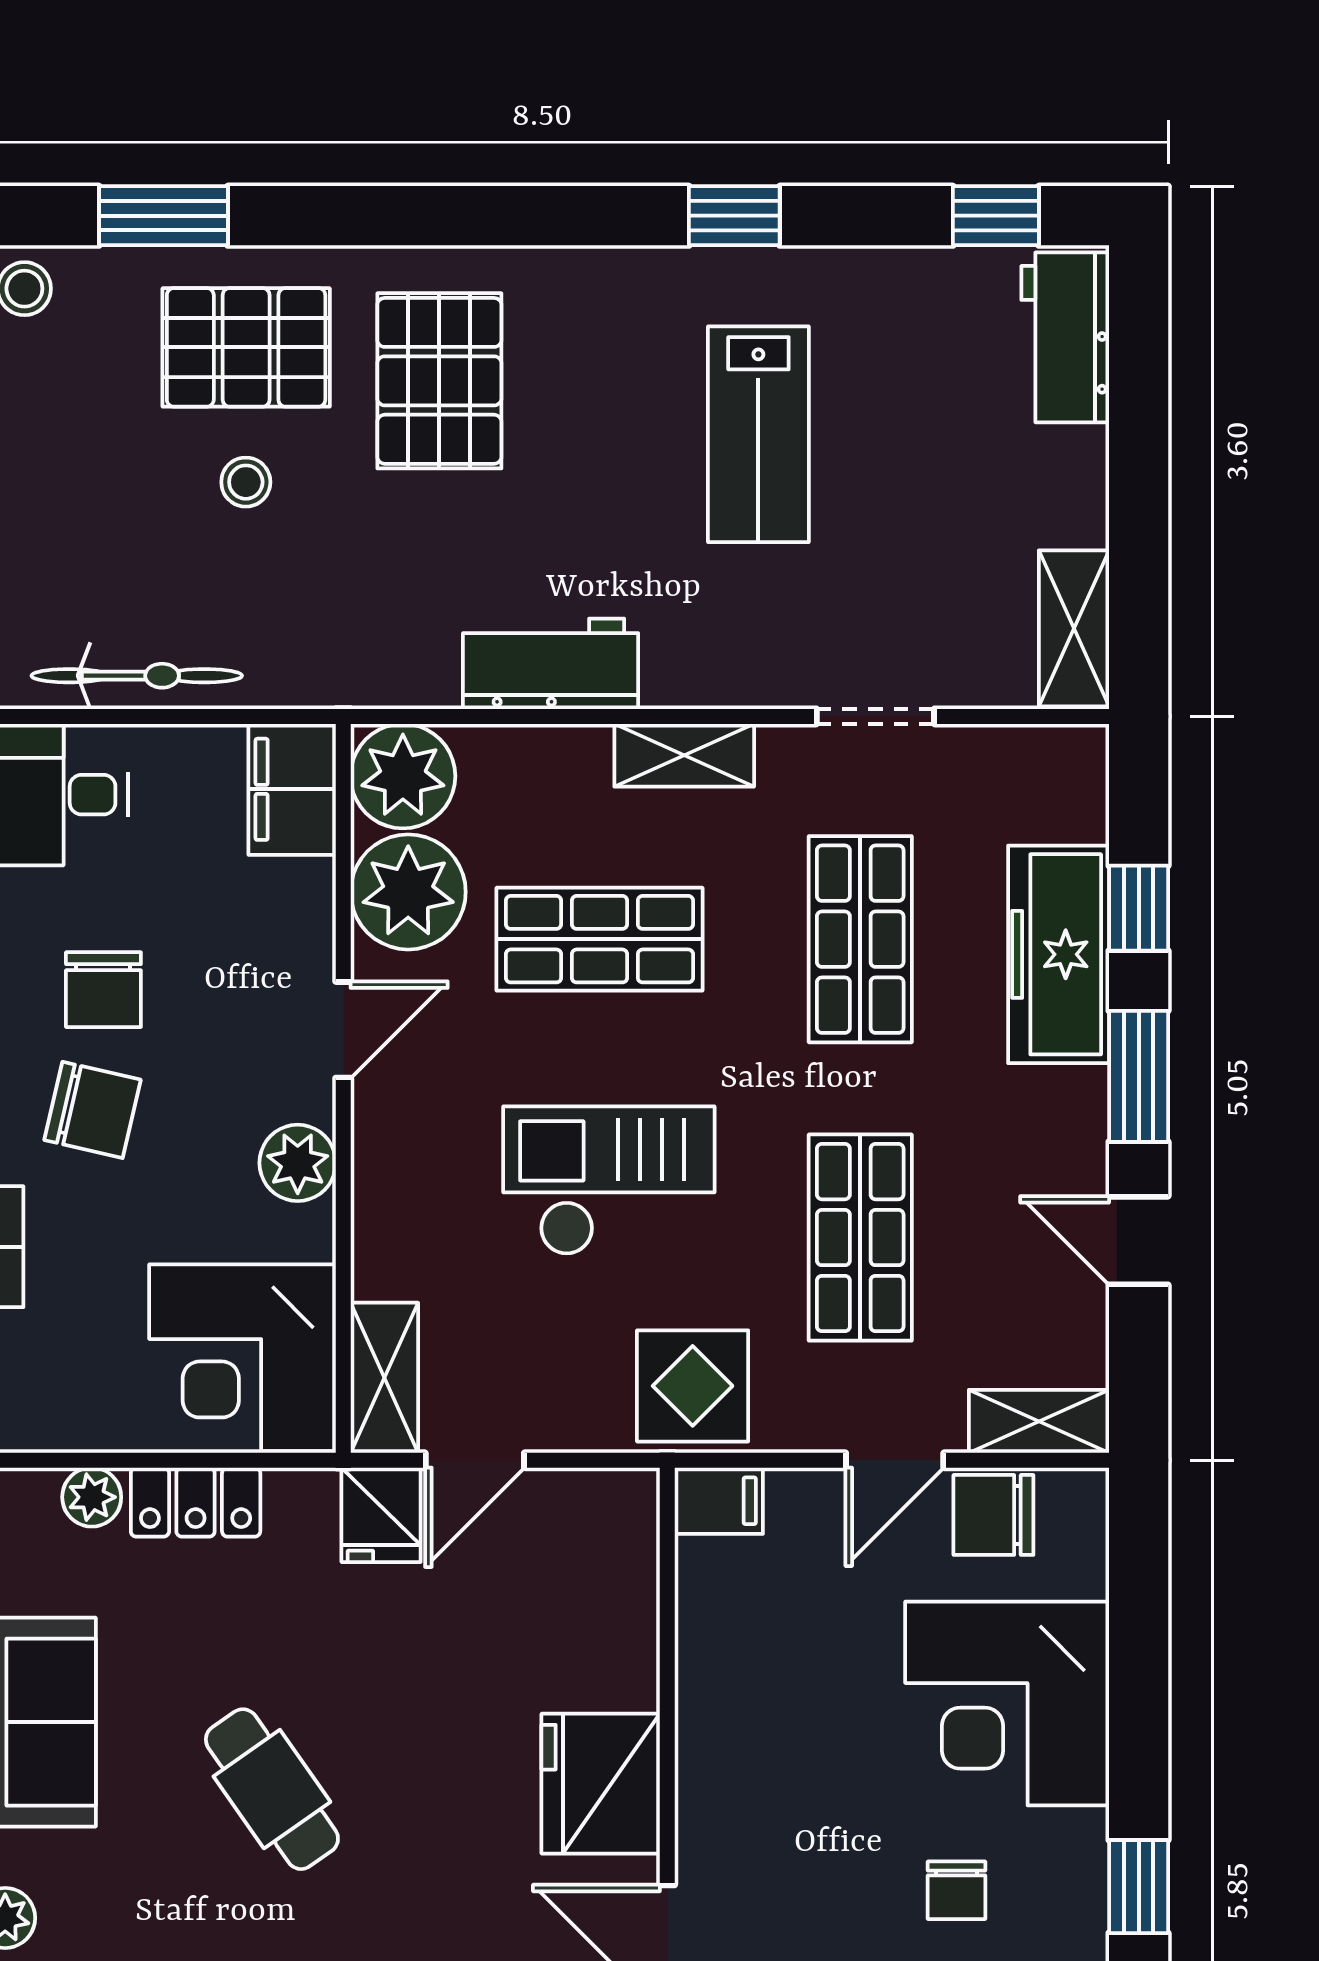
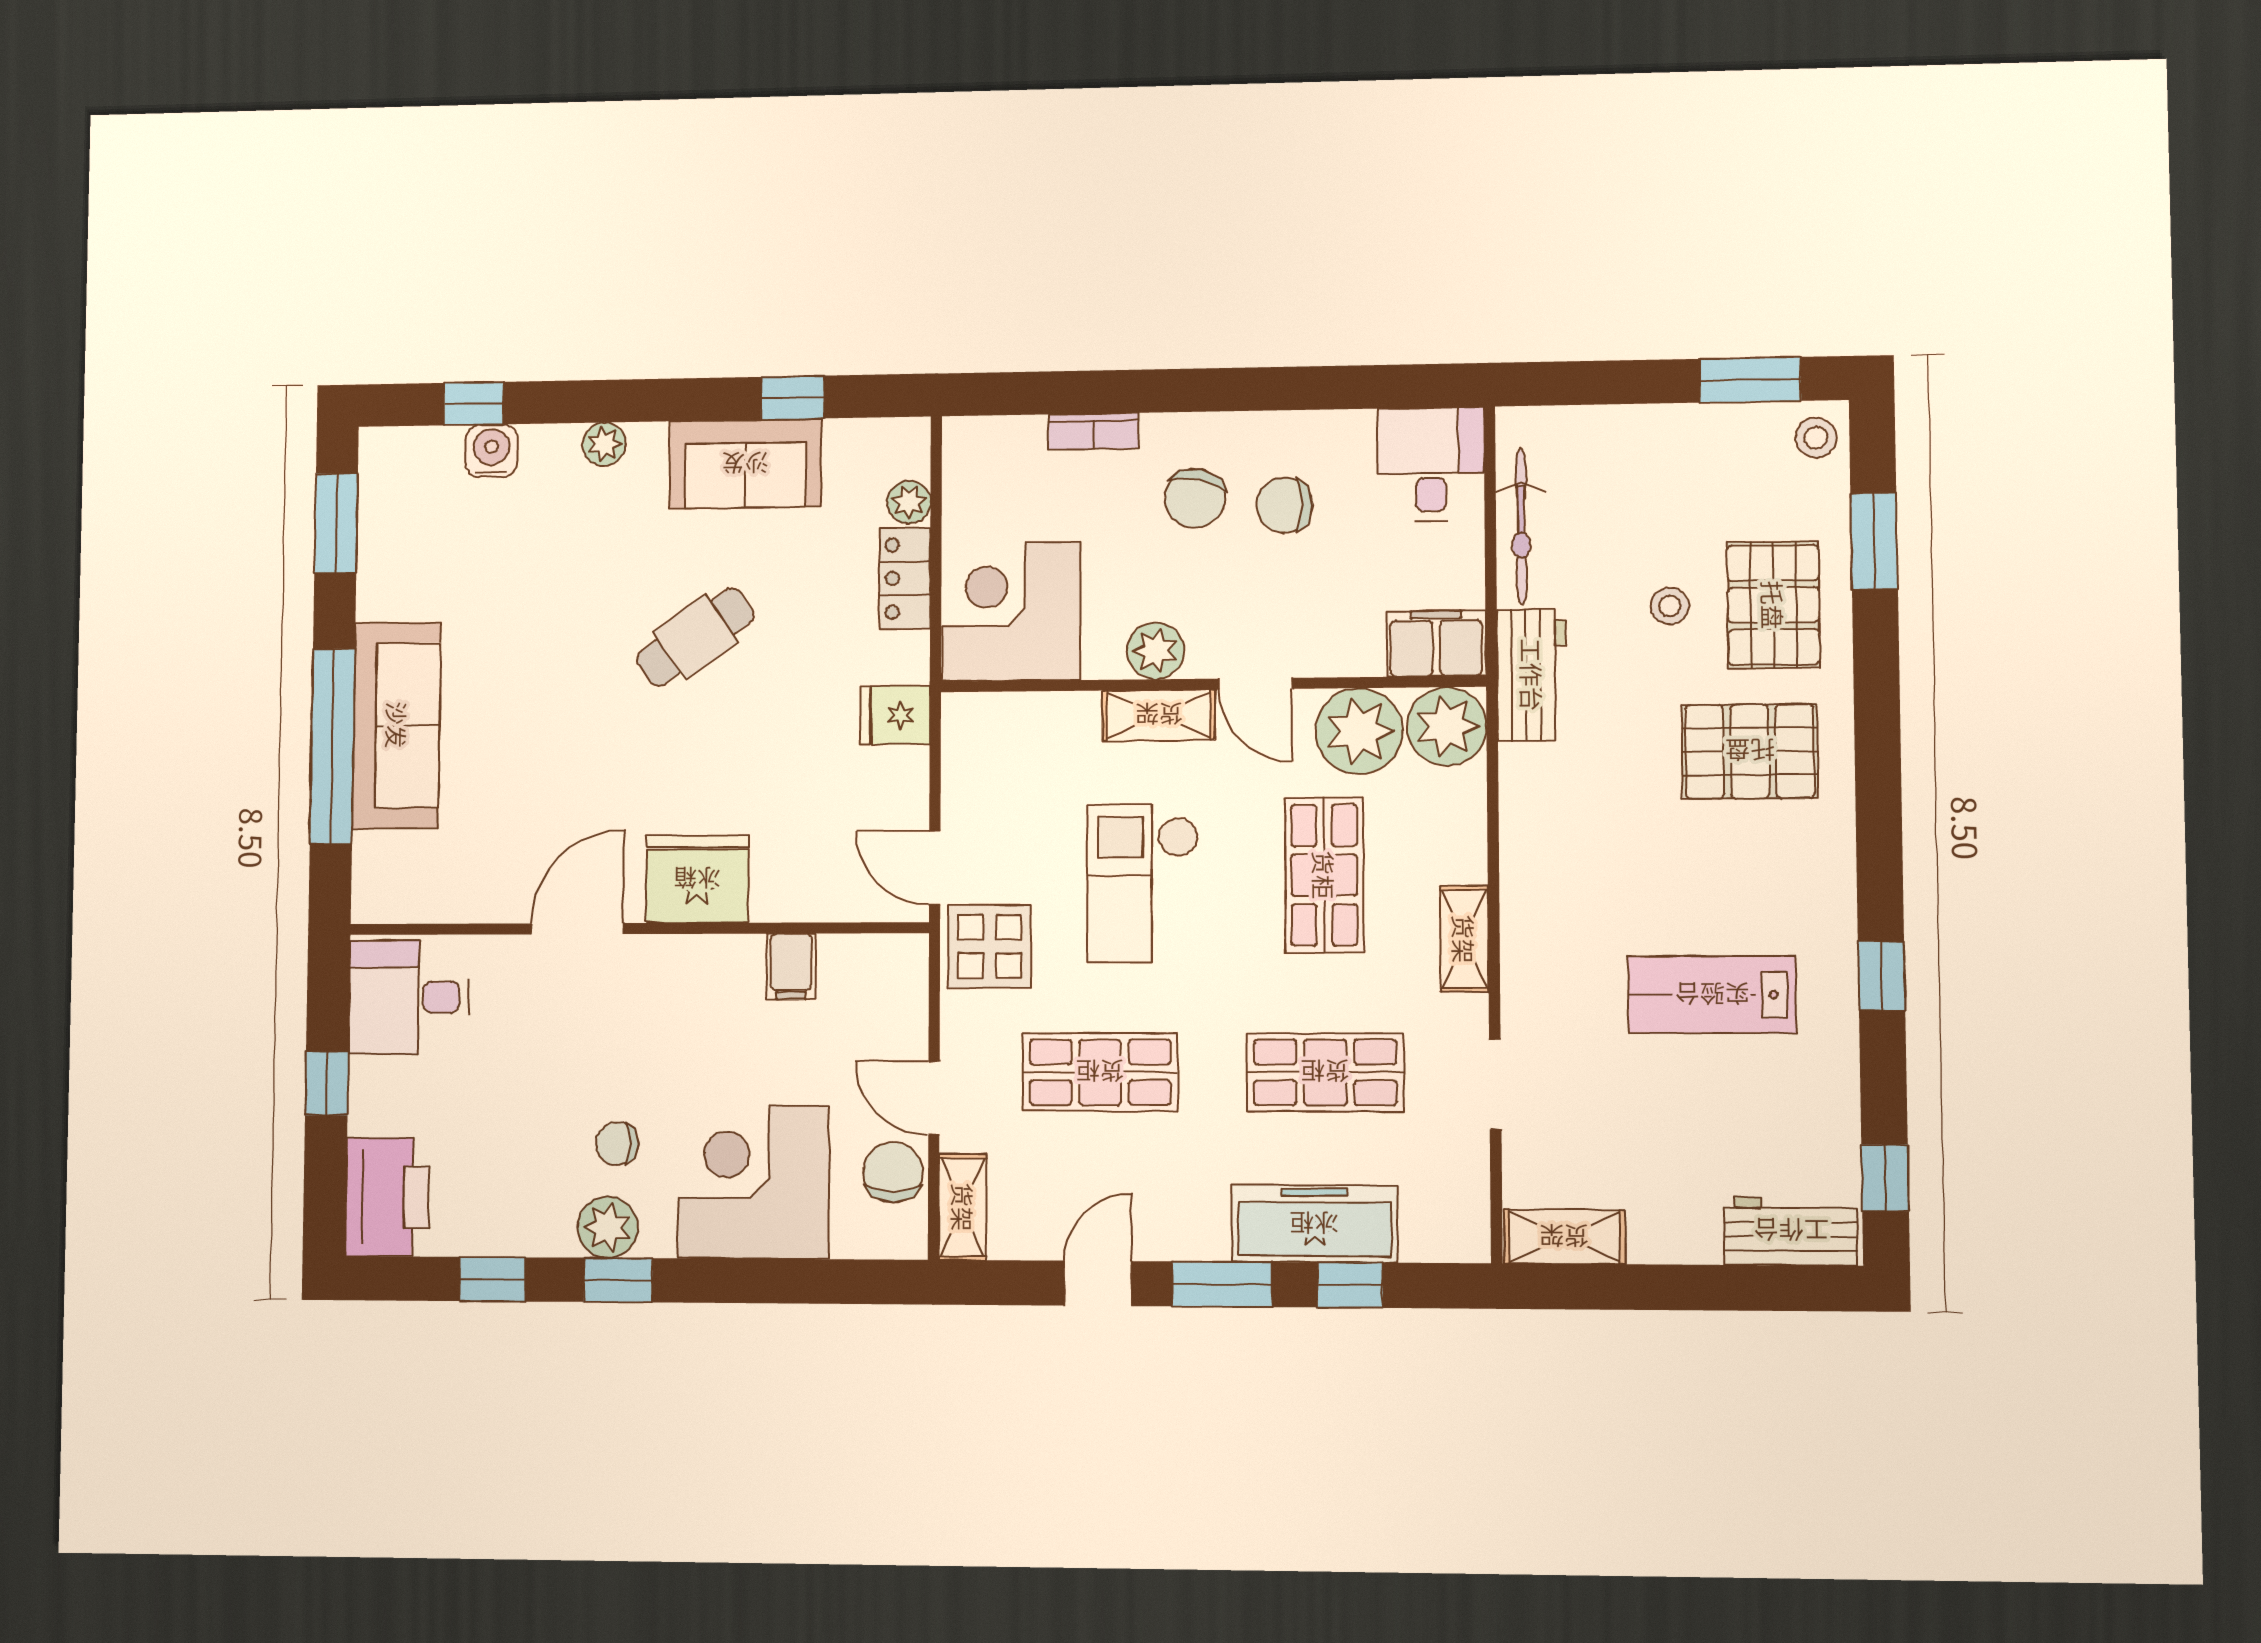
workbench: (551, 664) -> (1532, 675), moved
checkout: (609, 1181) -> (1143, 883), turned 180
shelving: (384, 1378) -> (1159, 715), moved
door: (475, 1460) -> (935, 868), moved
filing cabinet: (719, 1501) -> (791, 966), moved
plant: (1068, 1902) -> (608, 1227), added

